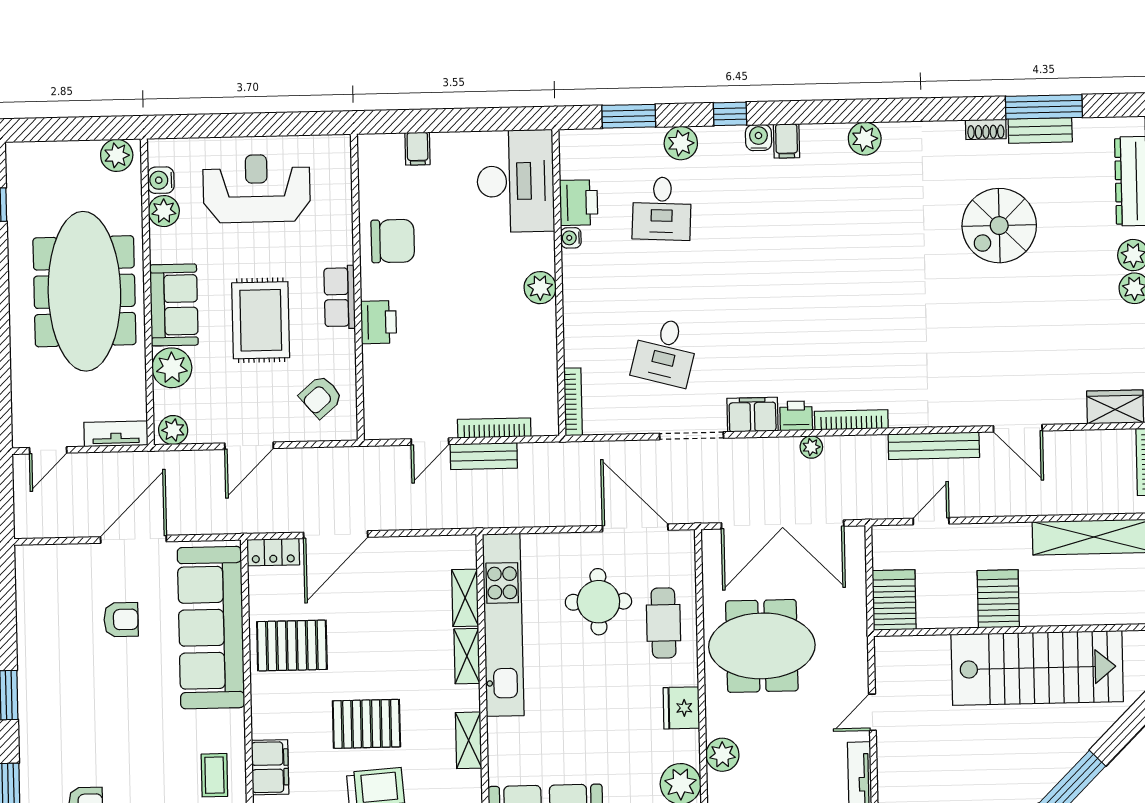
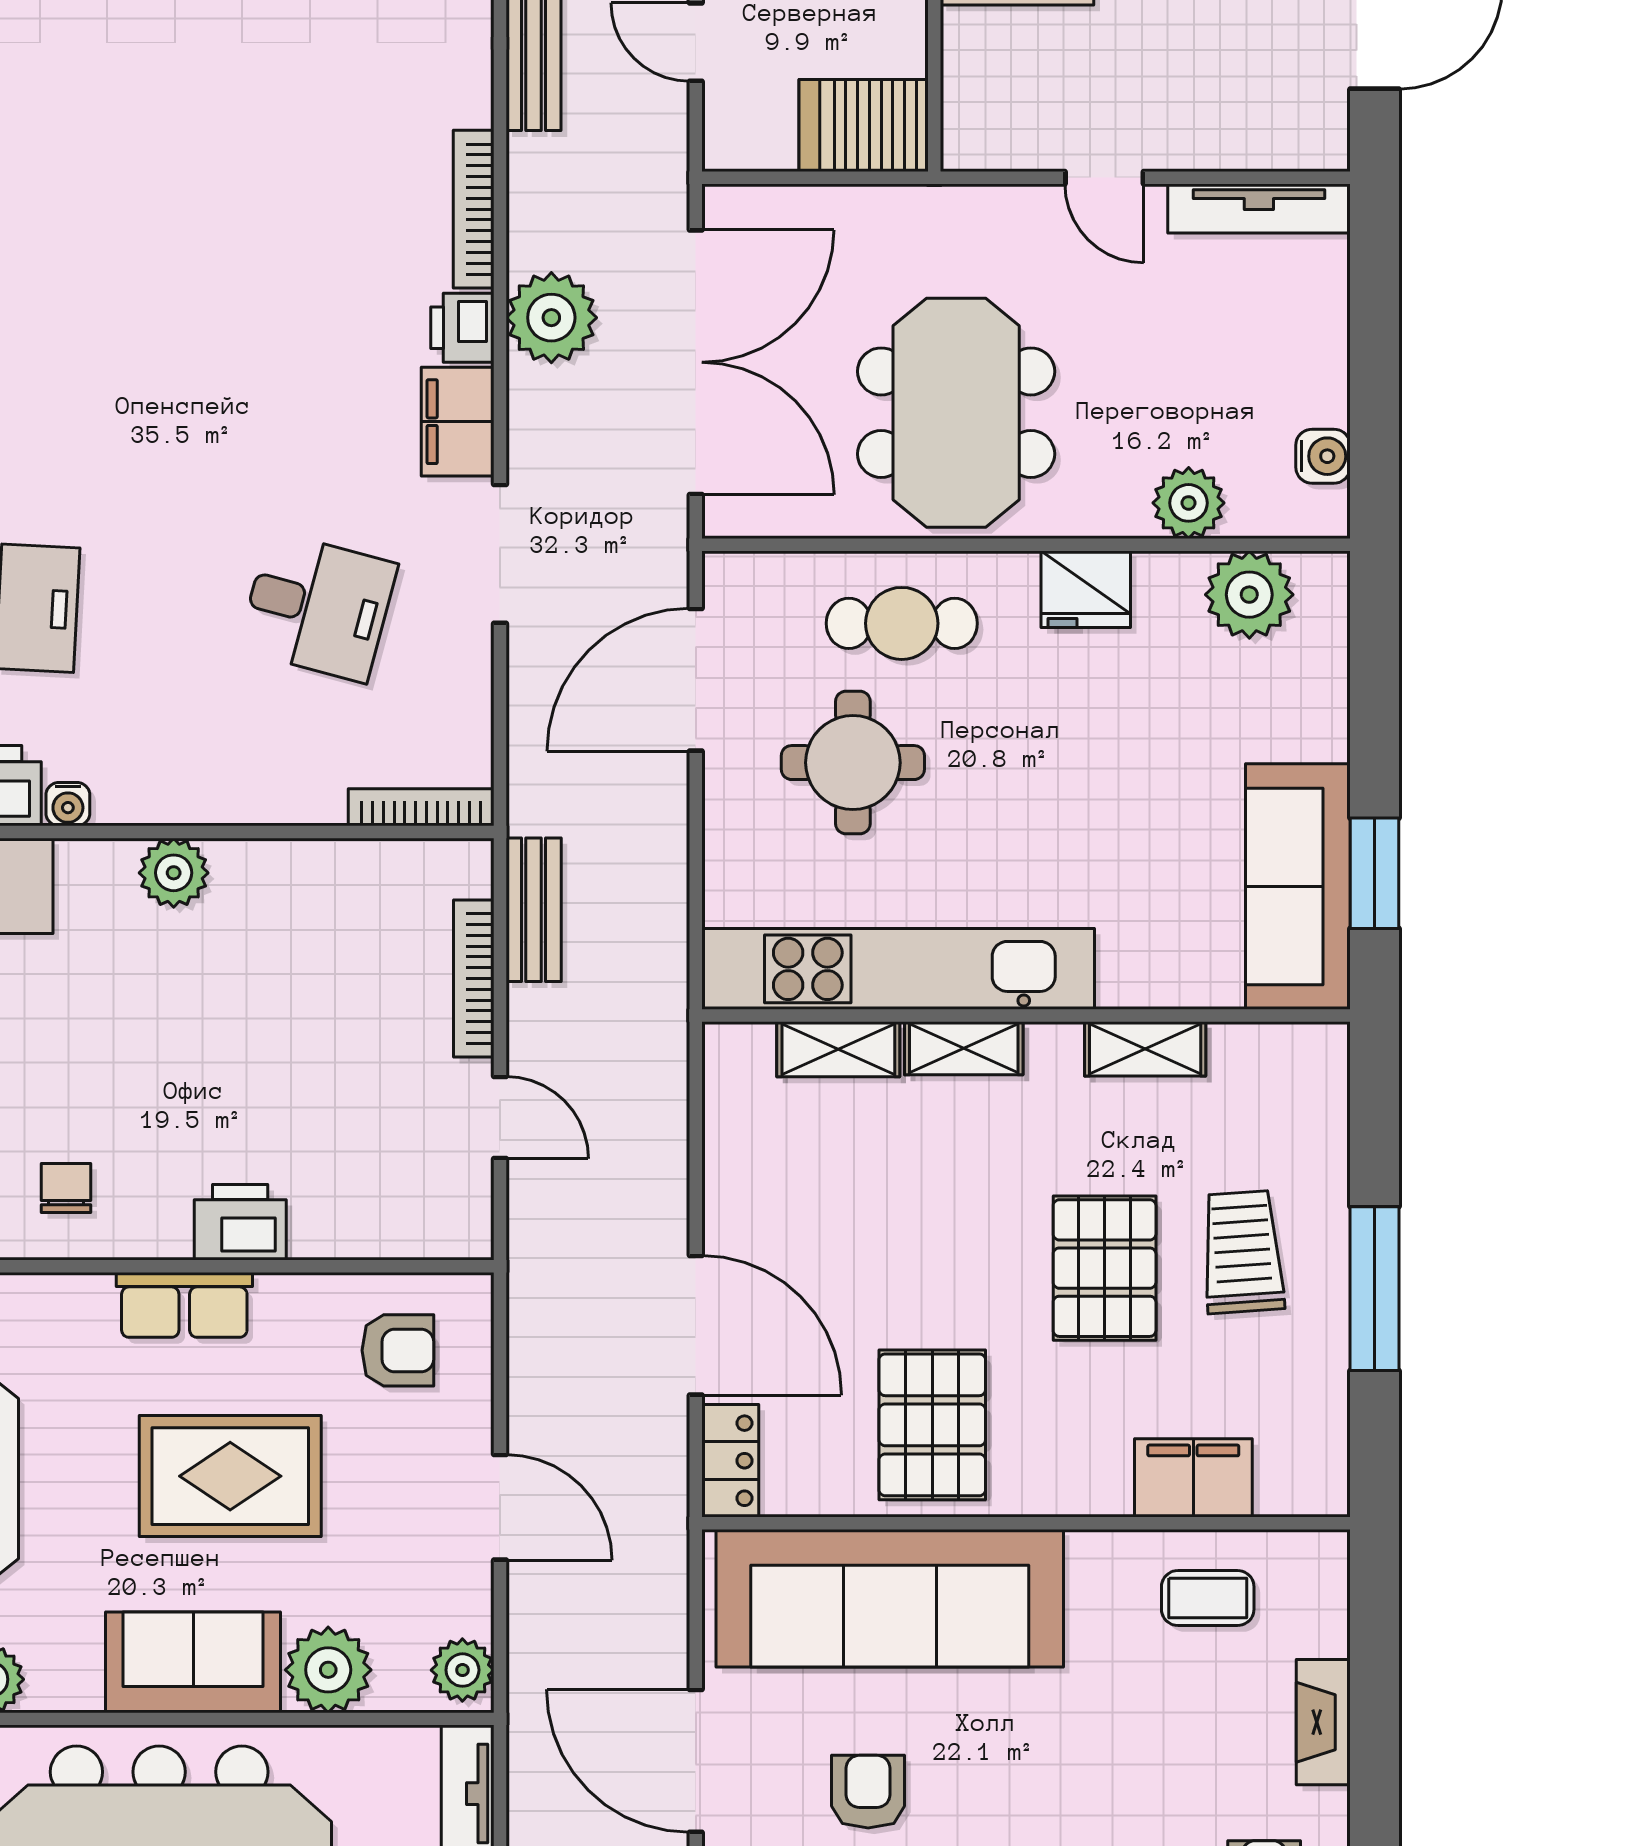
chair: (393, 241) -> (66, 1188), width x0.54, depth x0.54
armchair: (321, 397) -> (398, 1350), turned -49
plant: (811, 447) -> (551, 318), width x1.88, depth x1.88
bench: (484, 456) -> (534, 910), moved

